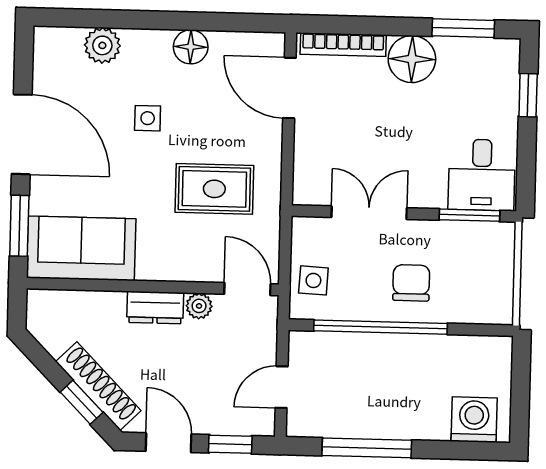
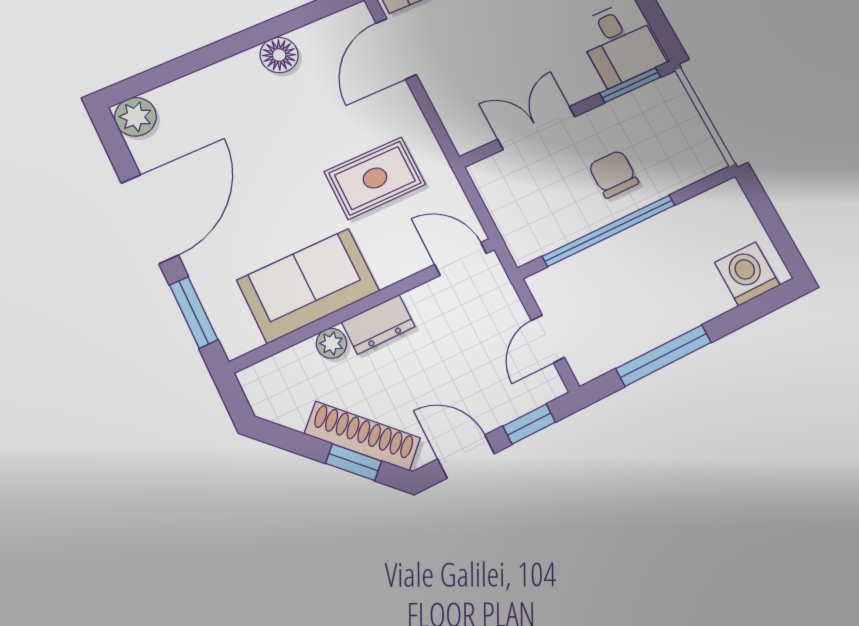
plant: (102, 45) -> (136, 117), moved
door: (289, 88) -> (396, 49), hinge flipped
side table: (148, 118) -> (272, 142), removed
door: (22, 134) -> (150, 219), hinge flipped
sofa: (81, 248) -> (308, 285), moved
side table: (313, 280) -> (520, 218), removed
plant: (199, 306) -> (331, 343), moved

